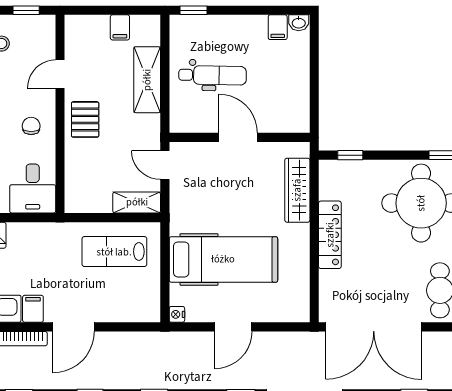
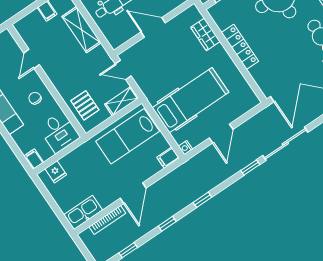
pallet: (85, 119) -> (85, 105), moved
wardrobe: (297, 190) -> (205, 34), width x0.67
lab bench: (114, 252) -> (128, 136), width x1.36, depth x1.39
filing cabinet: (33, 309) -> (168, 158), moved, turned -90

